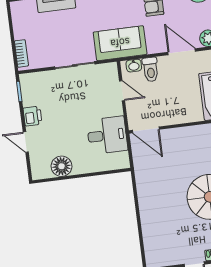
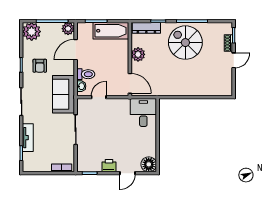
door: (146, 130) -> (130, 83), hinge flipped
desk: (107, 135) -> (143, 112), moved
plant: (186, 136) -> (138, 54), added
floor lamp: (61, 166) -> (149, 164), moved

